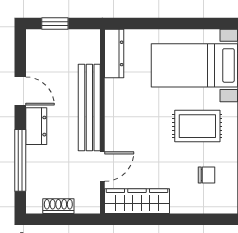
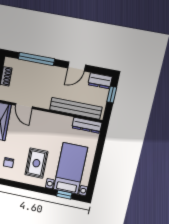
bench: (89, 107) -> (76, 108), moved
dresser: (36, 126) -> (100, 81), moved

